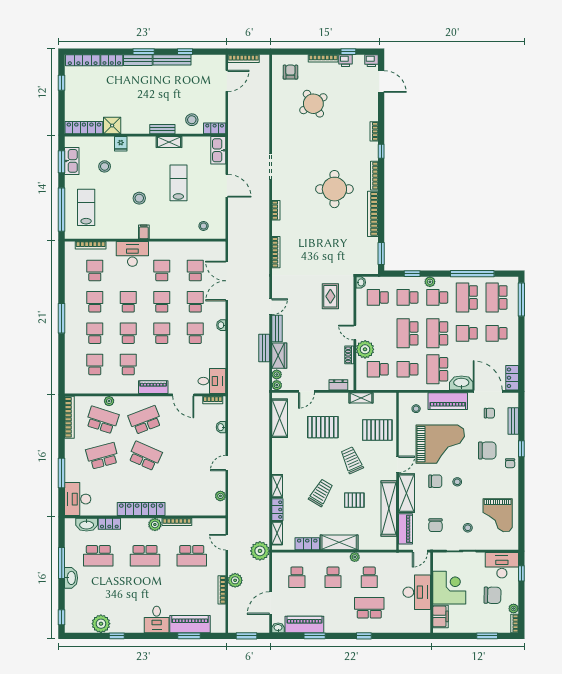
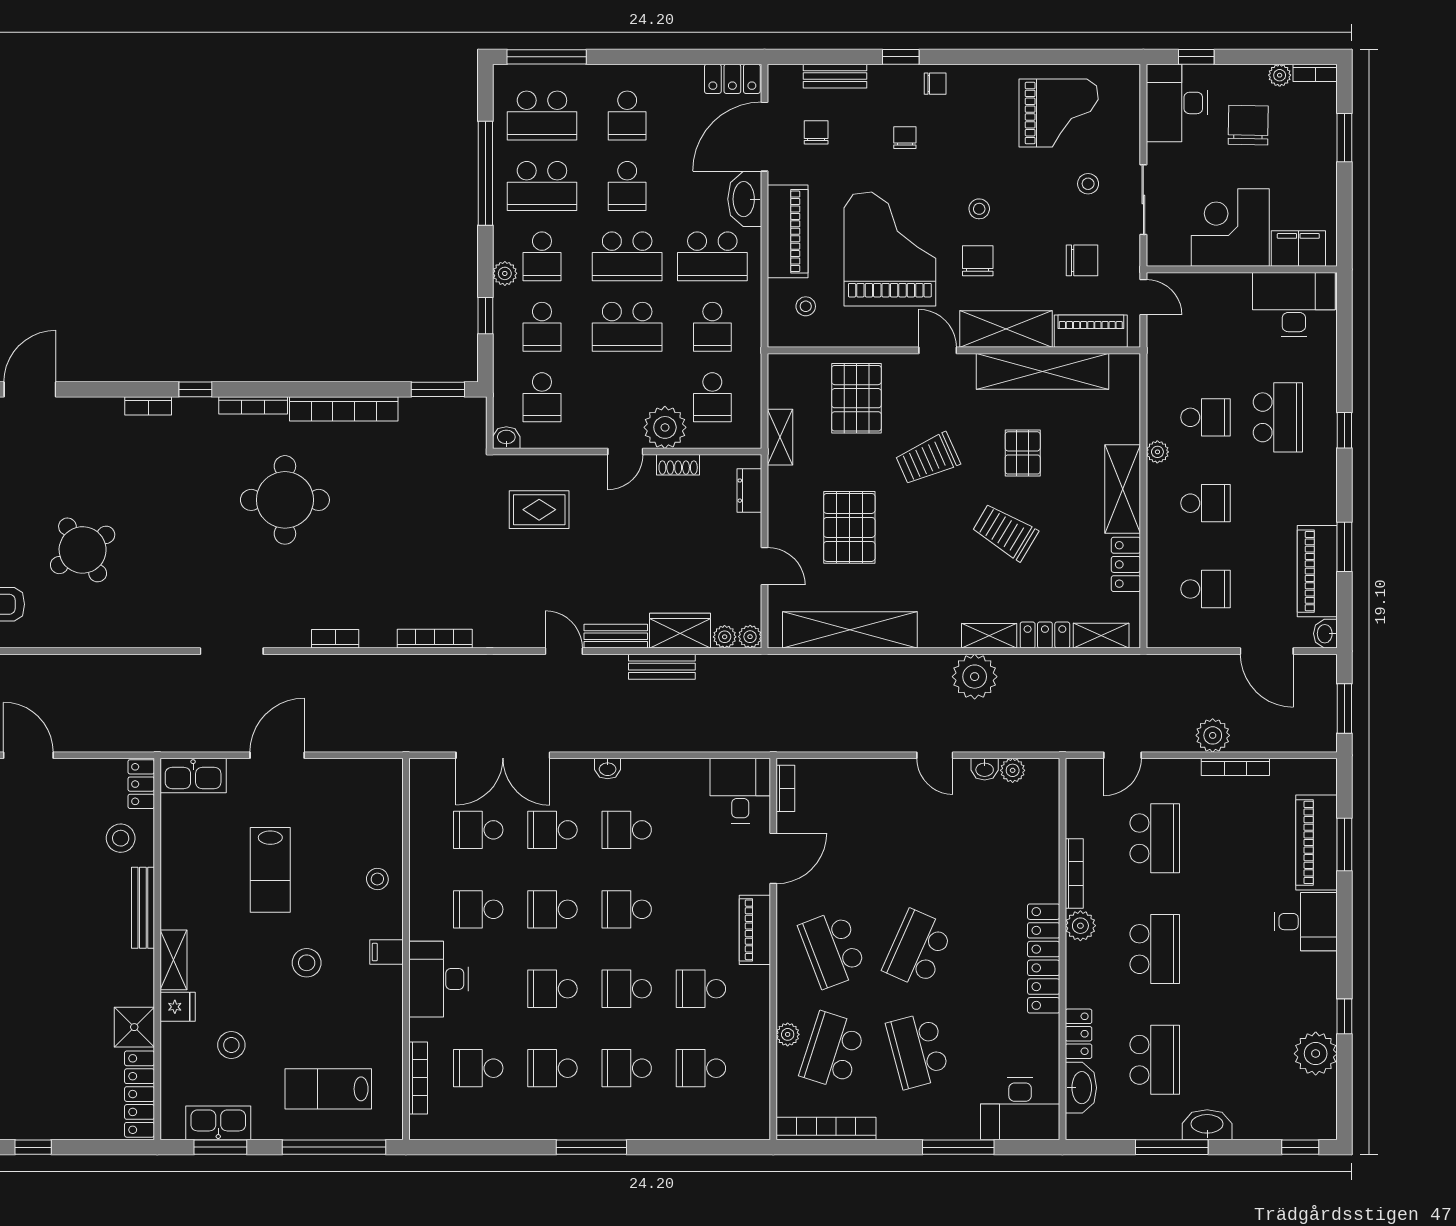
bench: (162, 129) -> (143, 908), width x1.36
shelving: (169, 142) -> (174, 960), moved
lab bench: (178, 183) -> (270, 870), turned -90
stool: (204, 226) -> (377, 879), moved
shelving: (280, 418) -> (850, 630), width x1.47
washbasin: (221, 427) -> (985, 769), moved
chair: (487, 451) -> (905, 138), width x0.54, depth x0.54
plant: (260, 551) -> (975, 677), moved
desk: (417, 592) -> (1294, 305), moved
school desk: (369, 608) -> (1278, 417), turned 180

